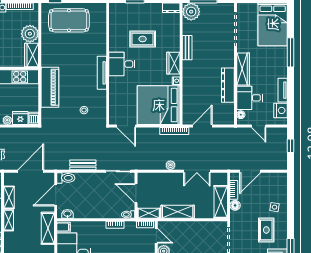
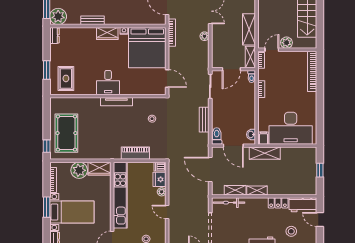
rug: (143, 39) -> (66, 78), moved
piano: (50, 87) -> (135, 153), width x0.73, depth x0.75
door: (126, 126) -> (167, 78), hinge flipped

